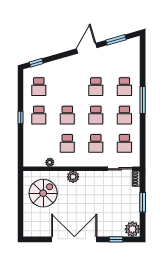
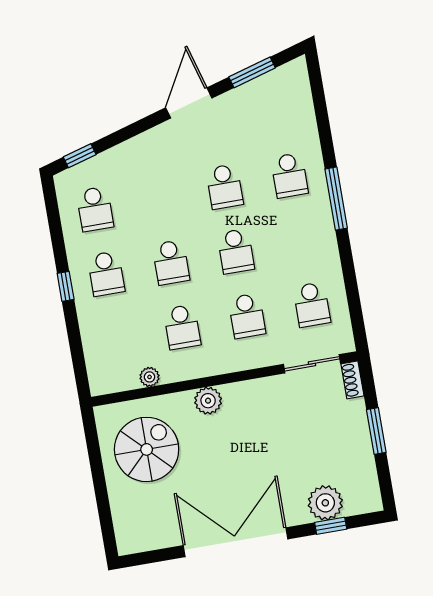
school desk: (124, 115) -> (301, 240), removed
plant: (132, 229) -> (325, 503), moved

